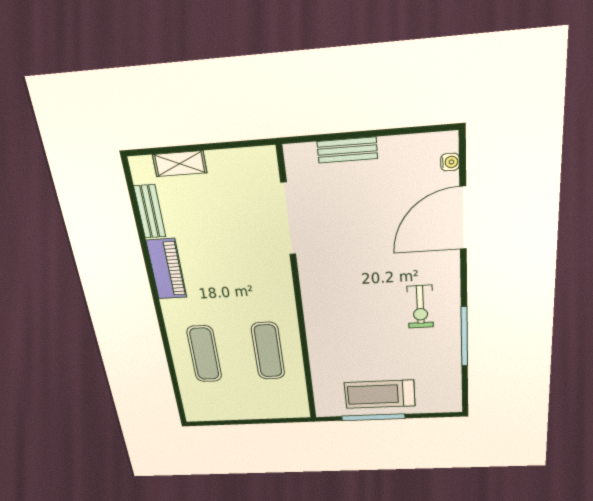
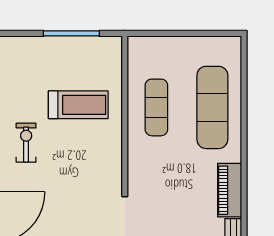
exercise mat: (204, 354) -> (212, 107), width x1.36, depth x1.45
treadmill: (380, 394) -> (78, 105), moved

